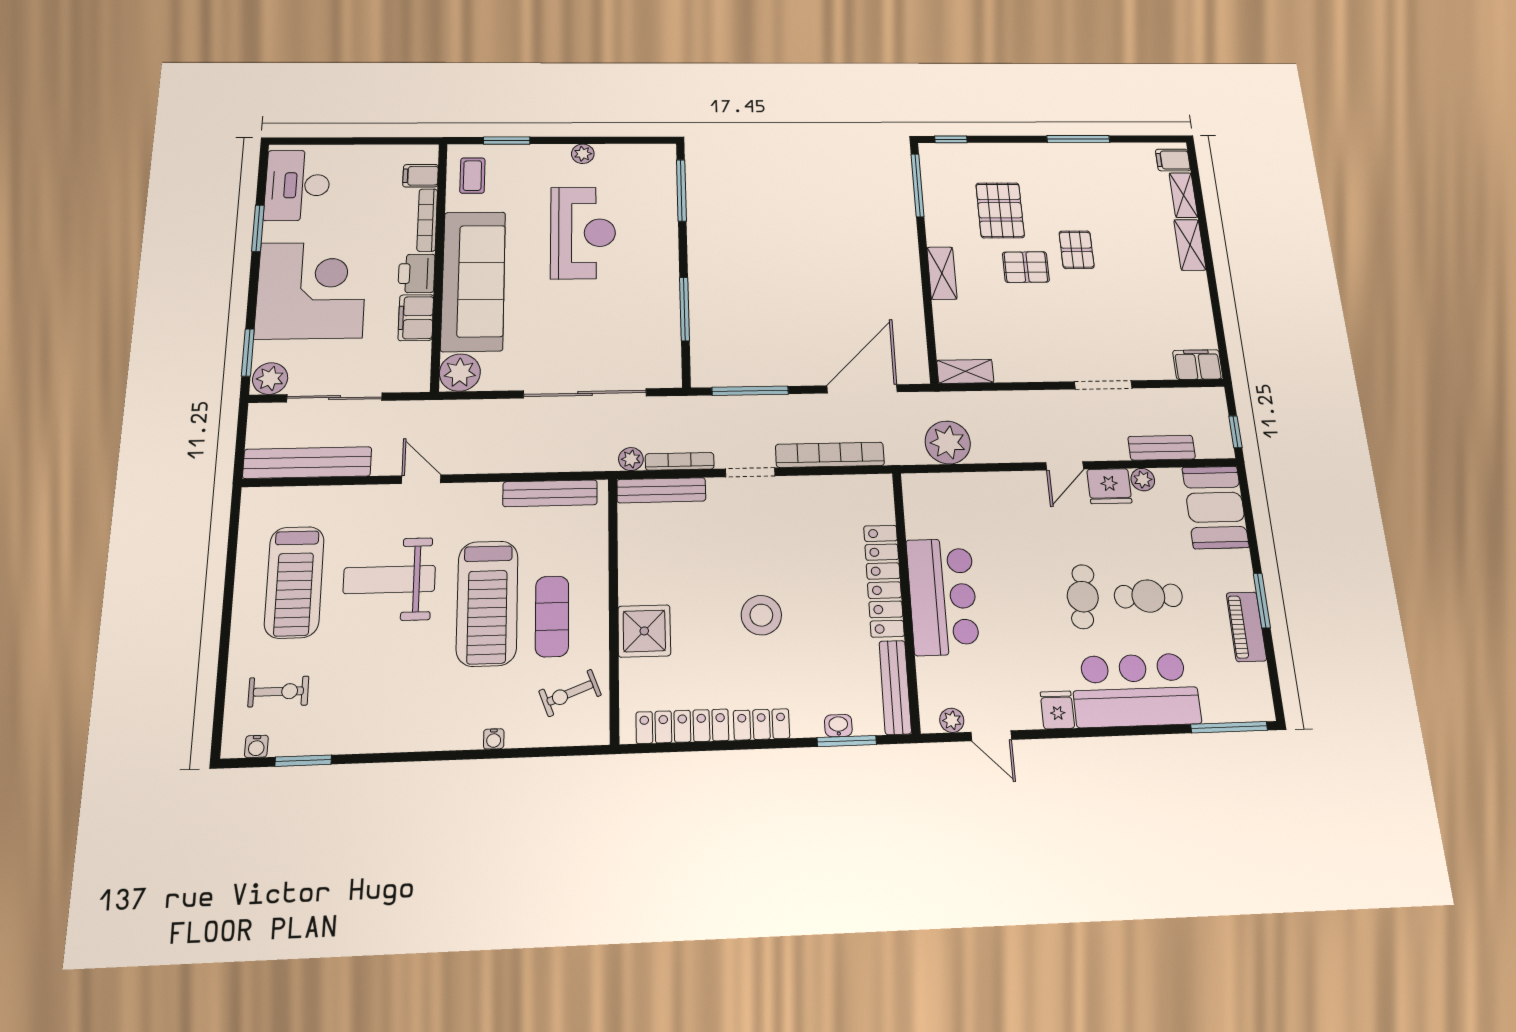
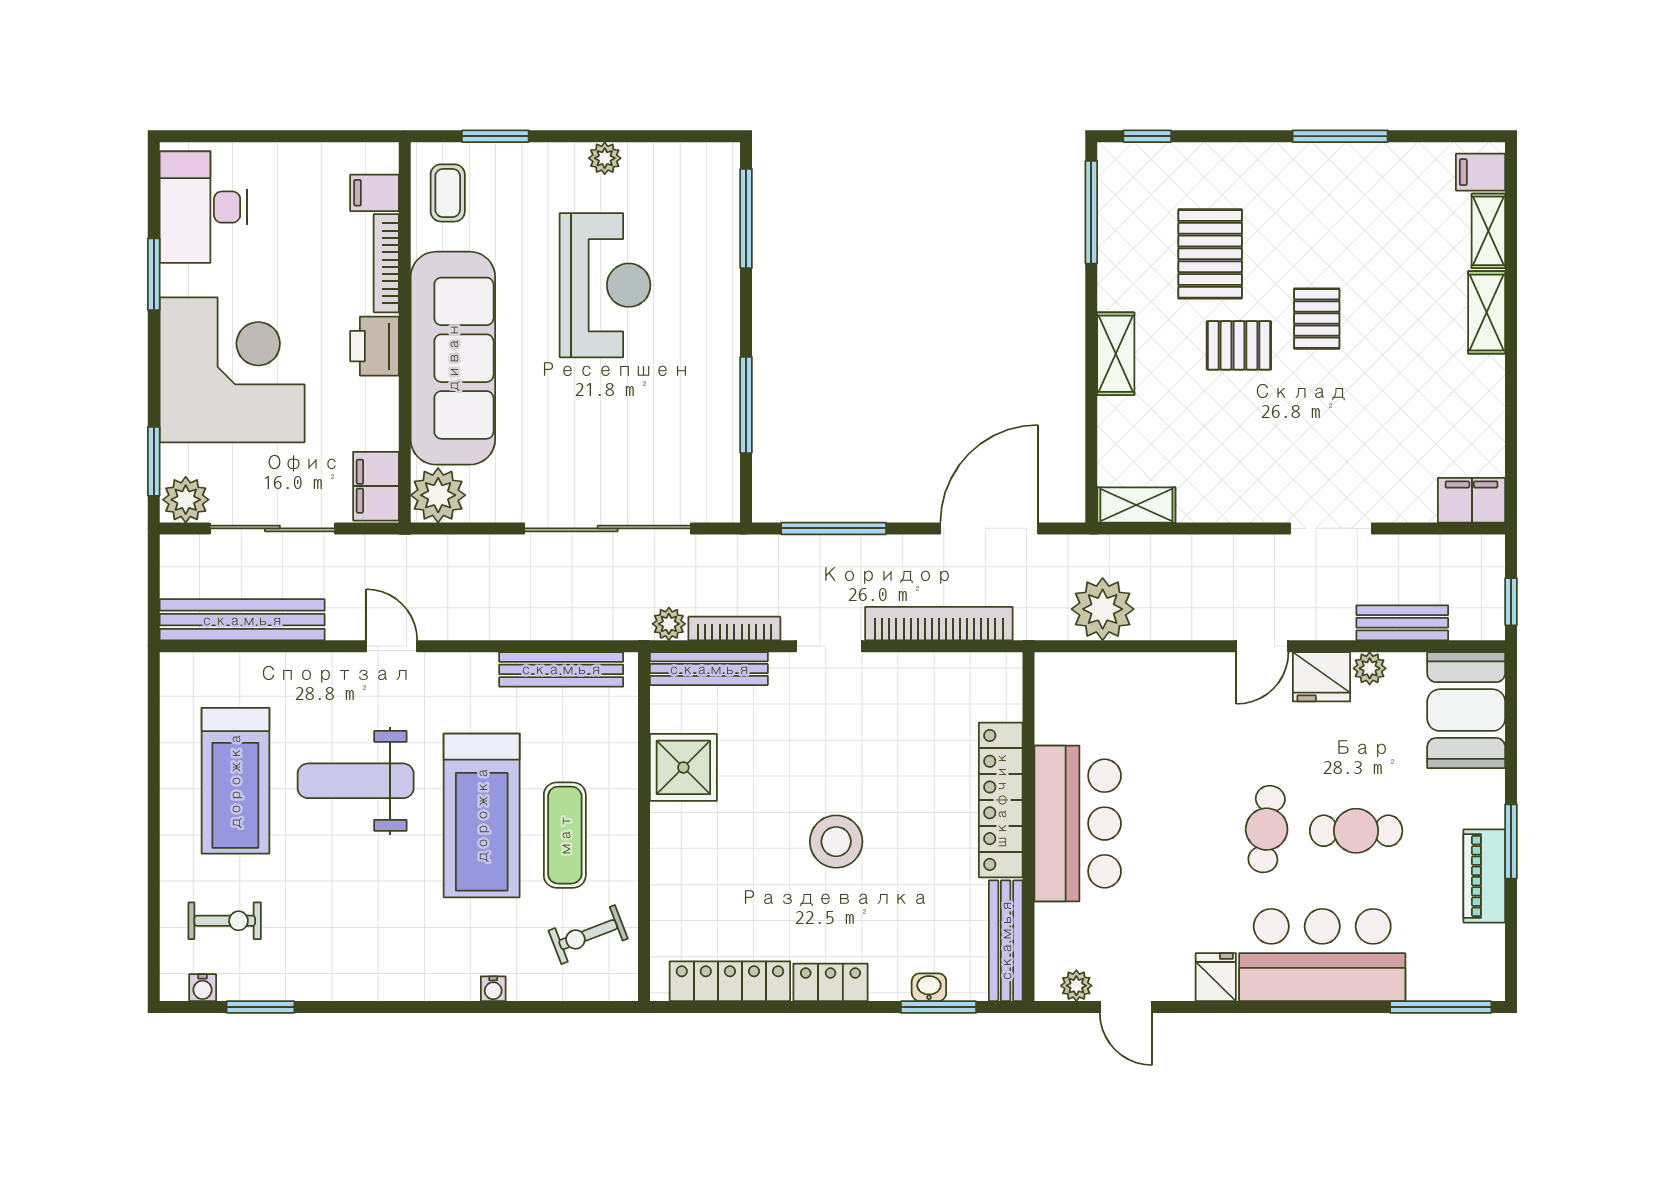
filing cabinet: (416, 318) -> (376, 486), moved
shower: (644, 631) -> (683, 767), moved

